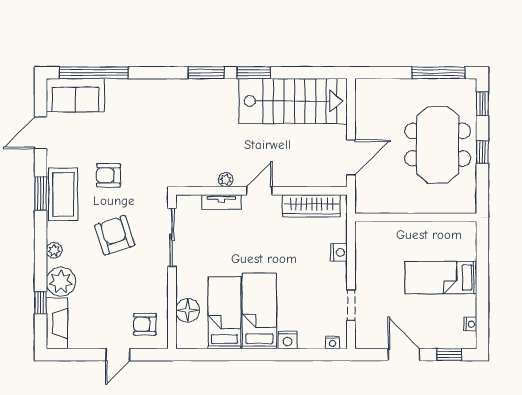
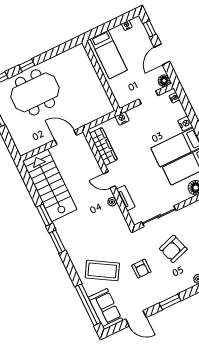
coffee table: (63, 194) -> (102, 270), moved, turned 31
wall: (416, 217) -> (101, 76), moved
floor lamp: (364, 339) -> (164, 81), added

